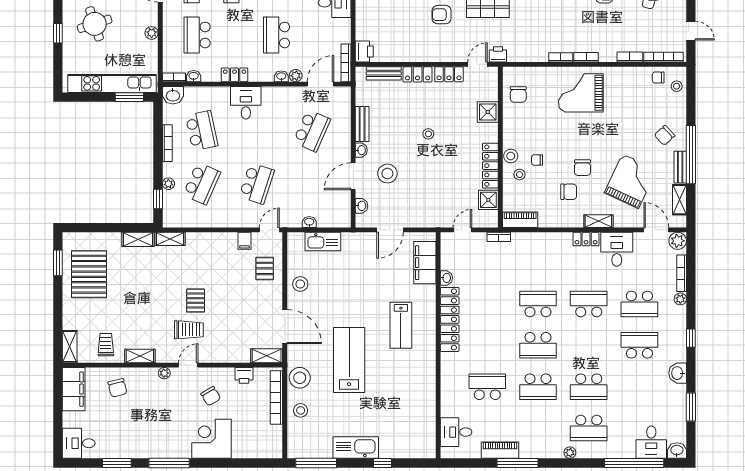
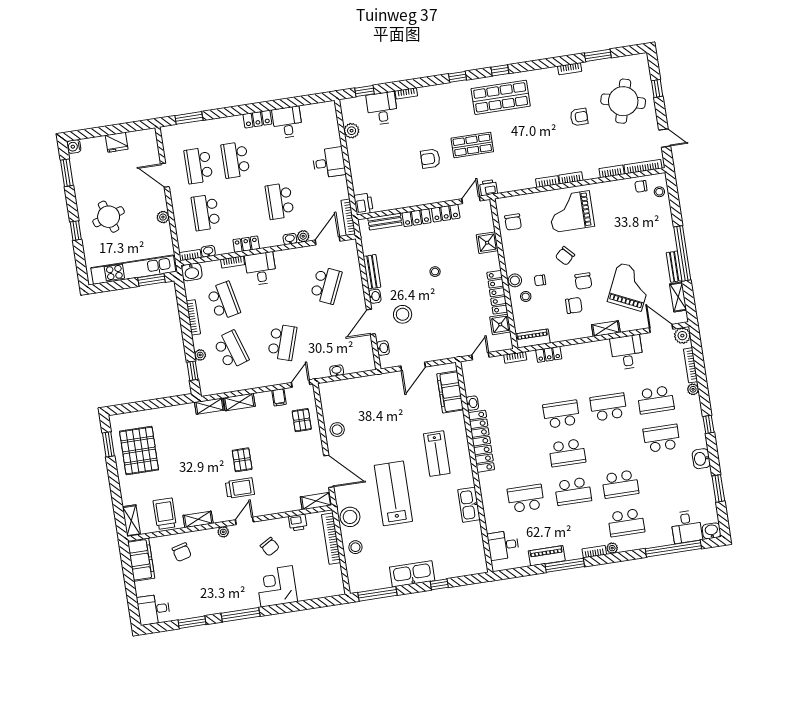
bookcase: (217, 91) -> (233, 262), added
chair: (665, 135) -> (565, 256), moved
school desk: (202, 183) -> (231, 350), turned -42
shelving: (138, 239) -> (239, 402), moved
locker: (586, 239) -> (549, 354), moved
kitchen sink: (323, 242) -> (469, 505), moved, turned 90
trolley: (106, 345) -> (165, 514), width x1.36, depth x1.39
bookcase: (551, 453) -> (594, 552), added

